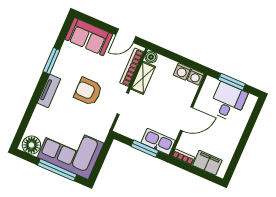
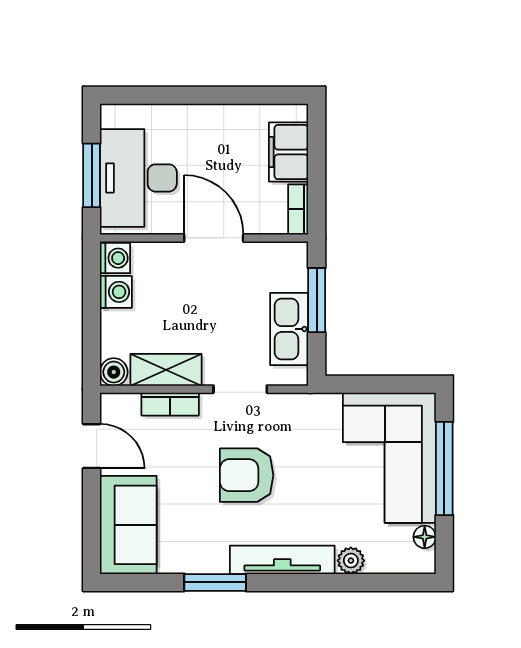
bookcase: (132, 67) -> (170, 404), width x0.64
tv unit: (49, 91) -> (282, 560), width x1.41
armchair: (88, 91) -> (247, 475), turned 90
desk: (228, 102) -> (138, 178), width x1.37
plant: (37, 118) -> (351, 561), added
kitchen sink: (158, 142) -> (289, 329), moved
floor lamp: (31, 145) -> (425, 537), width x0.53, depth x0.53

